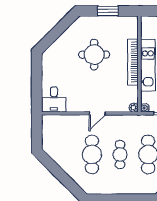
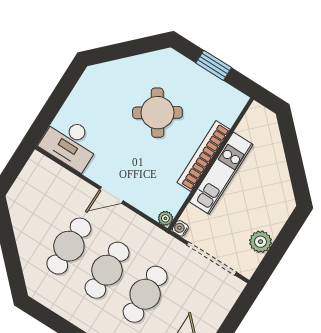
round table: (94, 55) -> (157, 113), turned -33
desk: (54, 100) -> (70, 143), width x1.37
cafe table: (120, 154) -> (107, 270), width x1.37, depth x1.35

